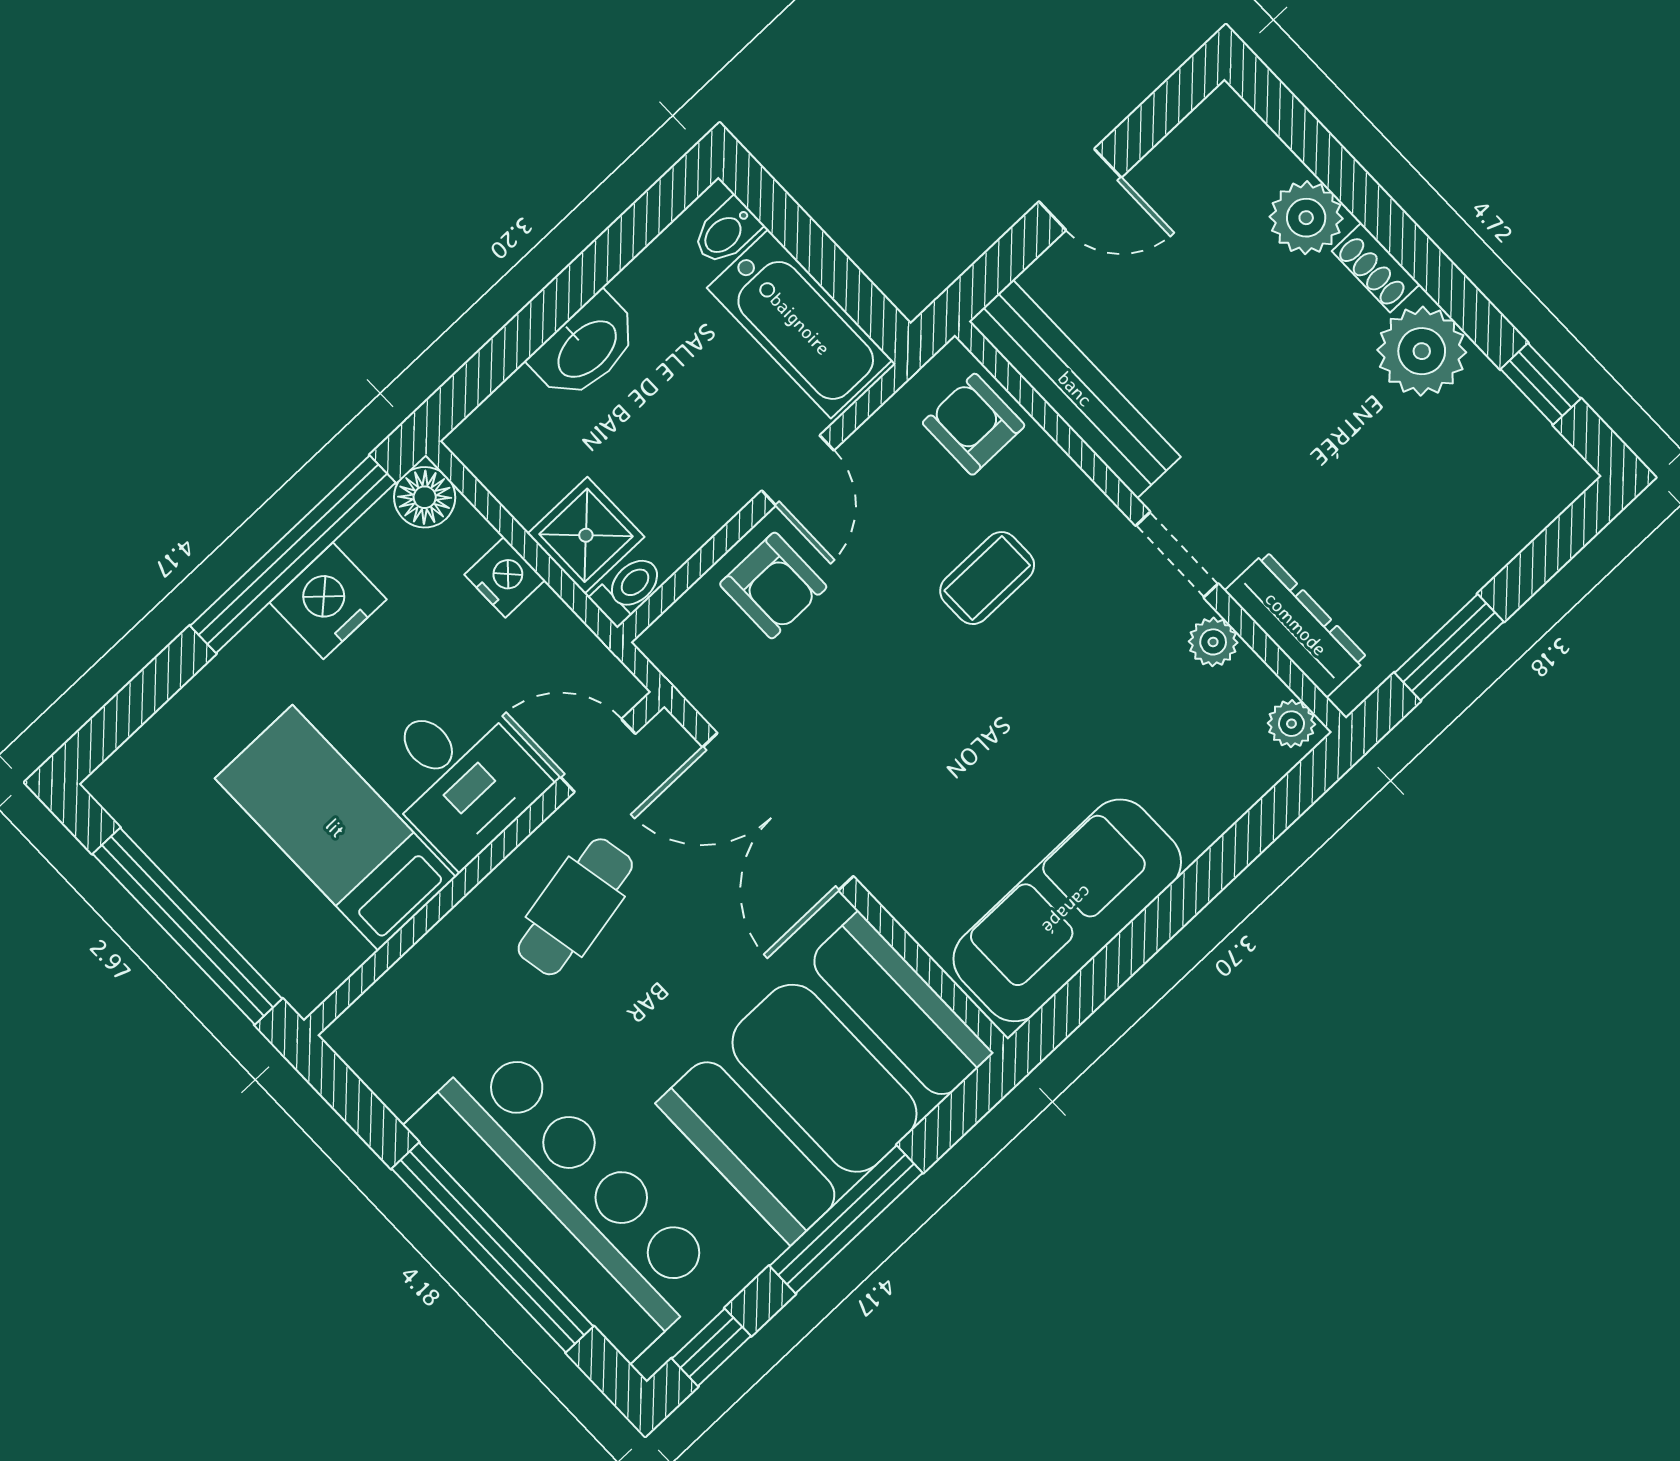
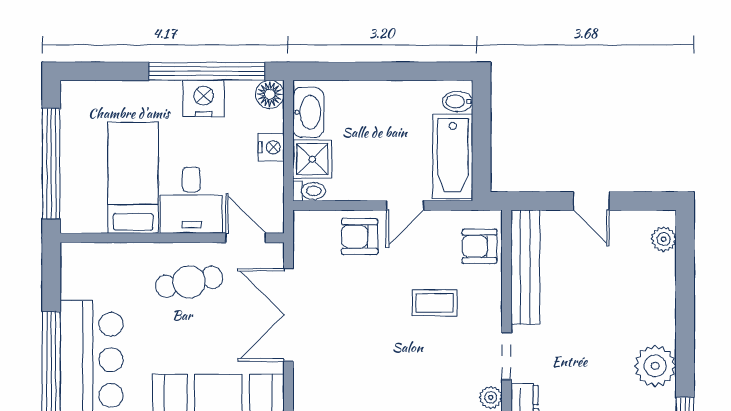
plant: (1306, 218) -> (664, 239), moved, width x0.73, depth x0.73
shoe rack: (1376, 268) -> (666, 323), removed
washbasin: (586, 348) -> (308, 112), moved, turned -90
armchair: (974, 424) -> (480, 246), turned -90
armchair: (773, 585) -> (360, 237), turned 90

